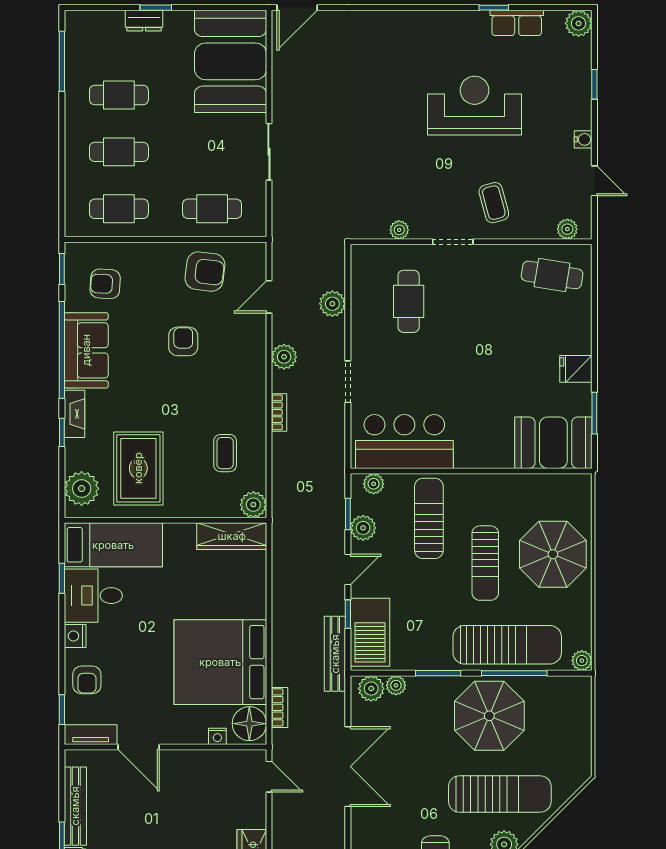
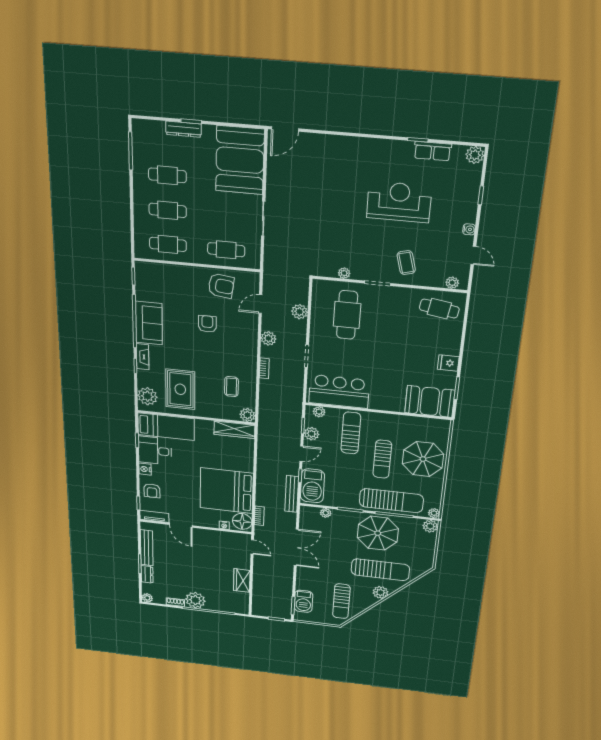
dresser: (144, 21) -> (183, 129), width x1.44
armchair: (105, 284) -> (160, 287), removed
cafe table: (409, 301) -> (347, 315), width x1.37, depth x1.35
plant: (371, 689) -> (430, 526), moved

